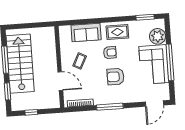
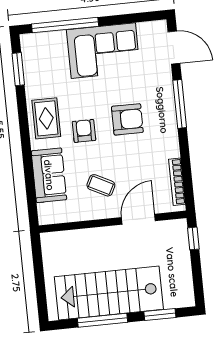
plant: (158, 36) -> (52, 45), removed
window: (170, 62) -> (65, 25), moved
armchair: (116, 77) -> (127, 119), turned -90
window: (110, 107) -> (180, 104), moved
window: (31, 112) -> (193, 238), moved

